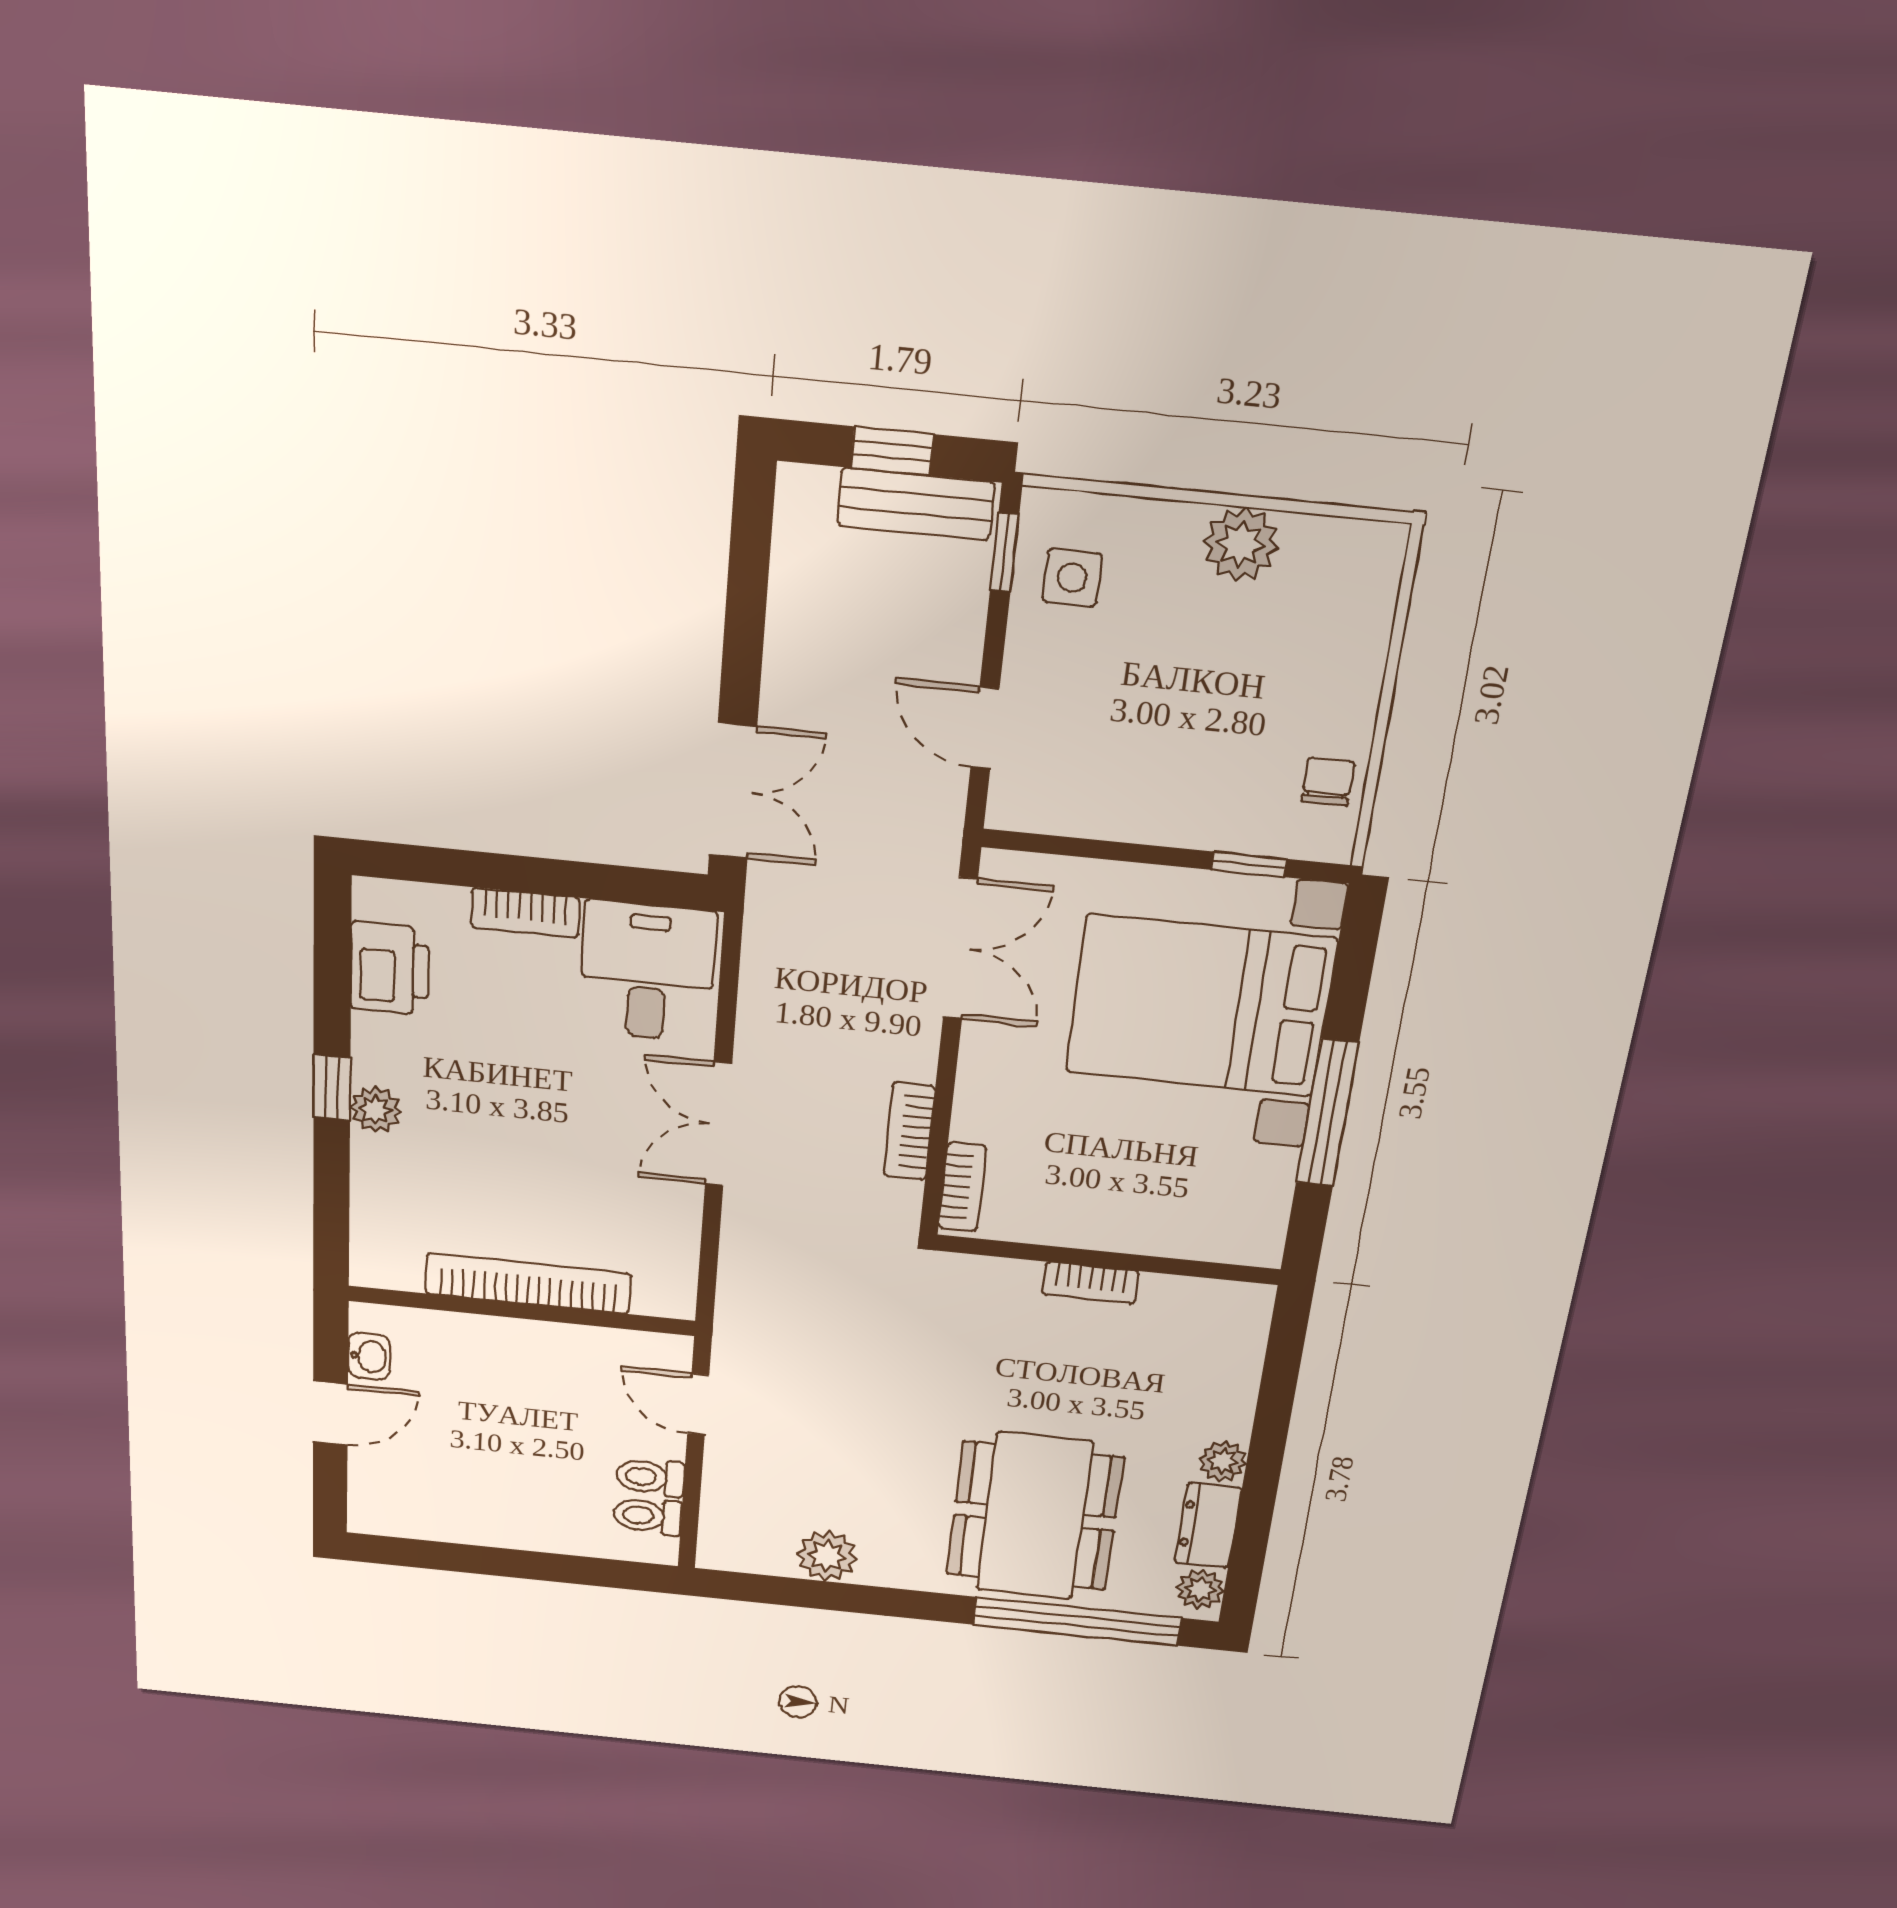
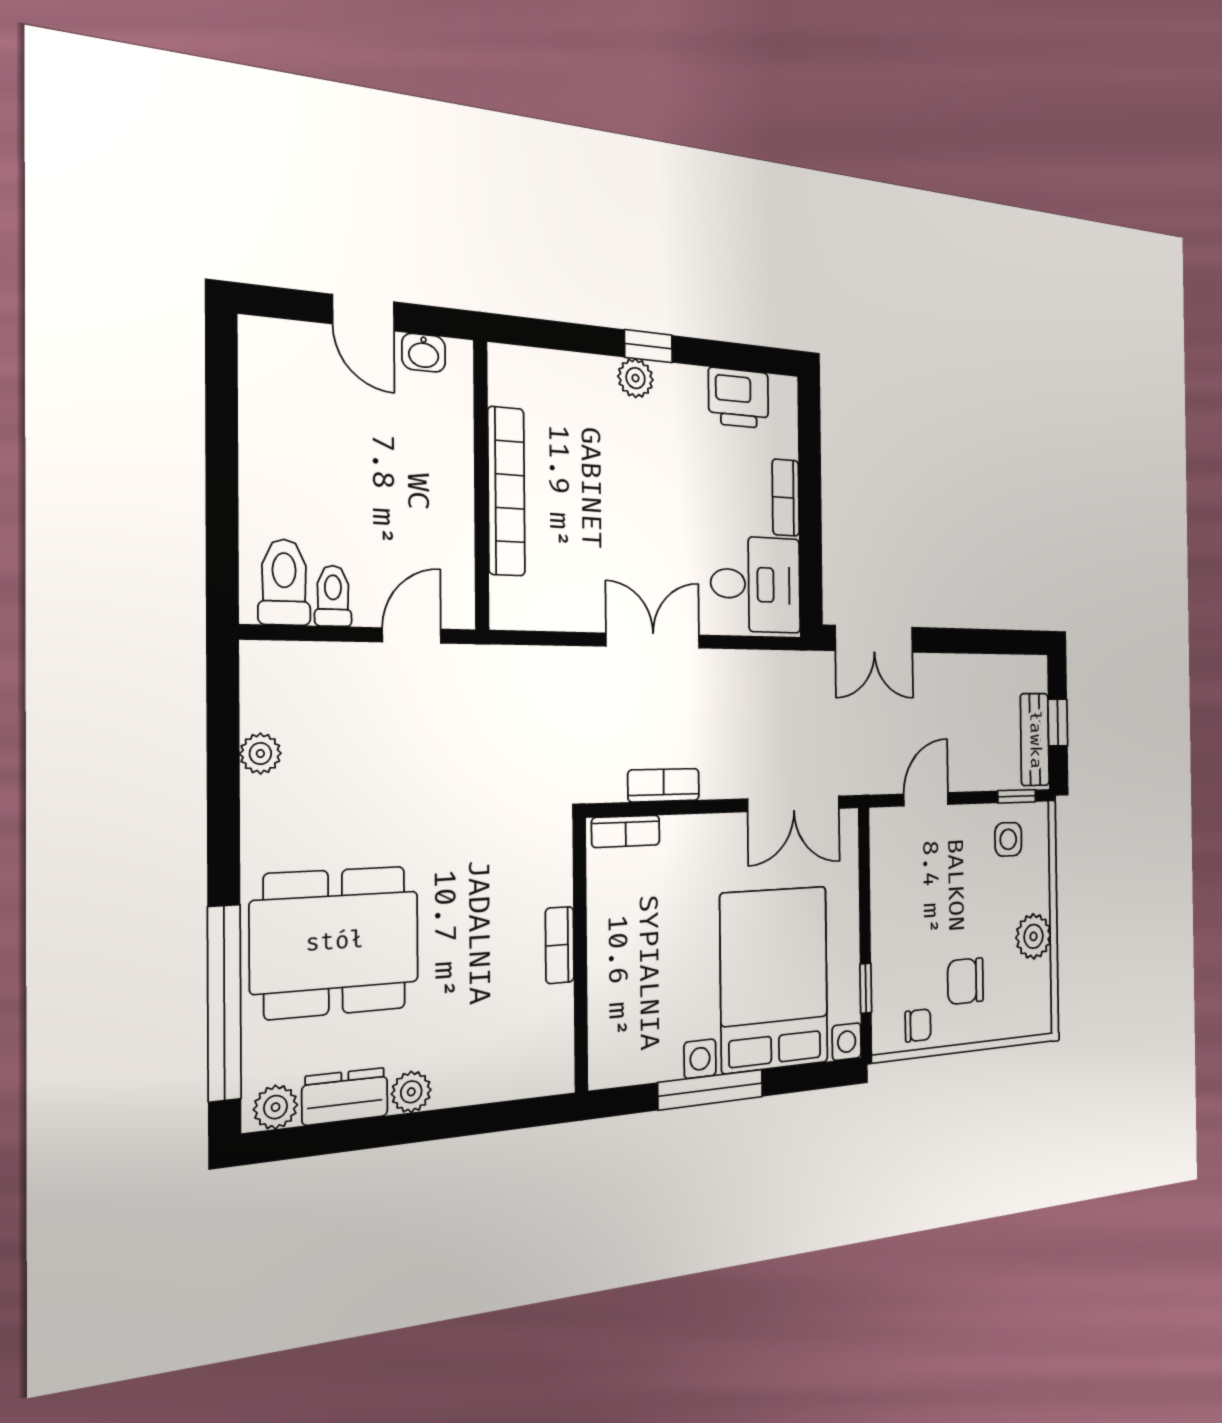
chair: (1282, 687) -> (966, 981), added
toilet: (648, 1516) -> (284, 582), width x1.37, depth x1.39
plant: (827, 1556) -> (260, 754), width x0.73, depth x0.73

